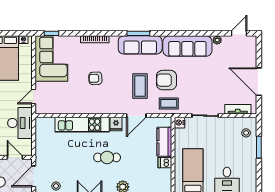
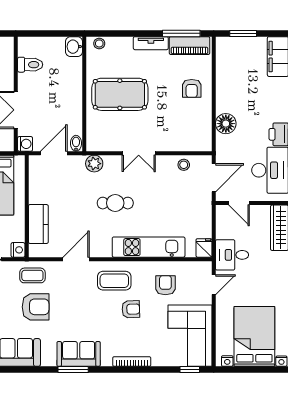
sofa: (140, 45) -> (79, 354), width x0.73
coffee table: (140, 86) -> (114, 281), moved, turned 90
armchair: (70, 96) -> (165, 285), added
desk: (20, 123) -> (232, 255), width x0.73
fridge: (116, 124) -> (204, 248), moved
dishwasher: (165, 163) -> (38, 196), removed

